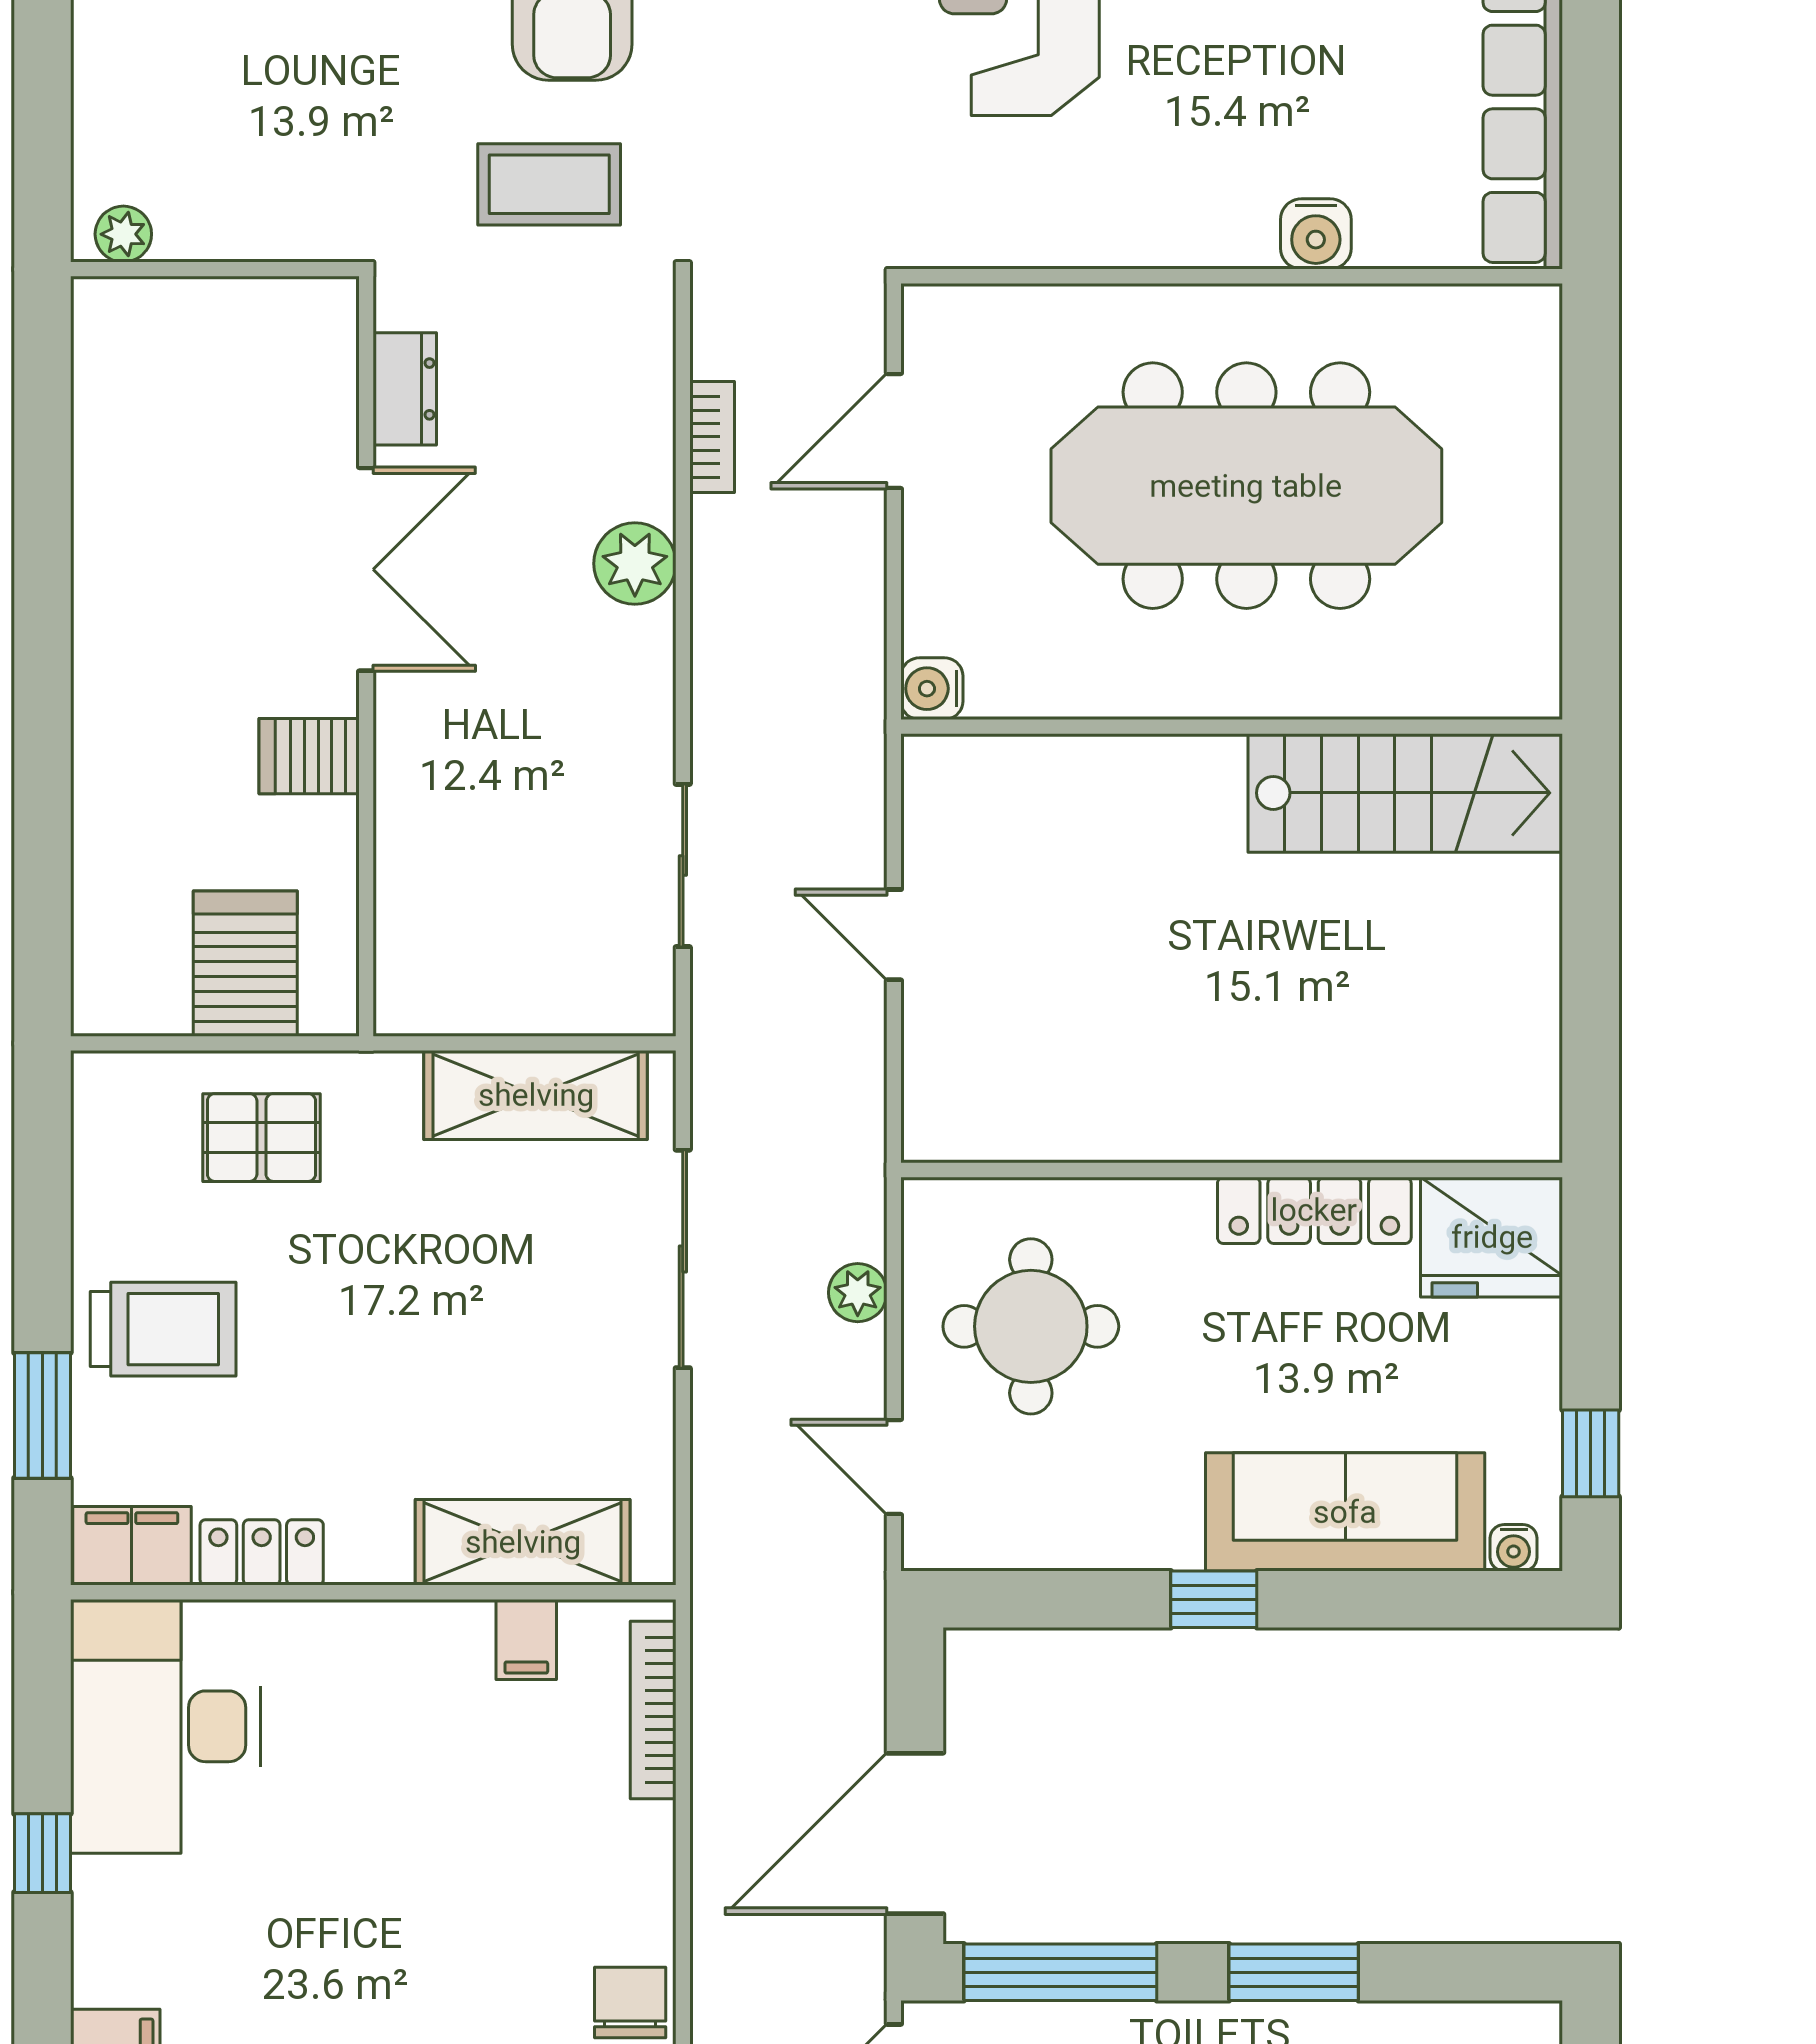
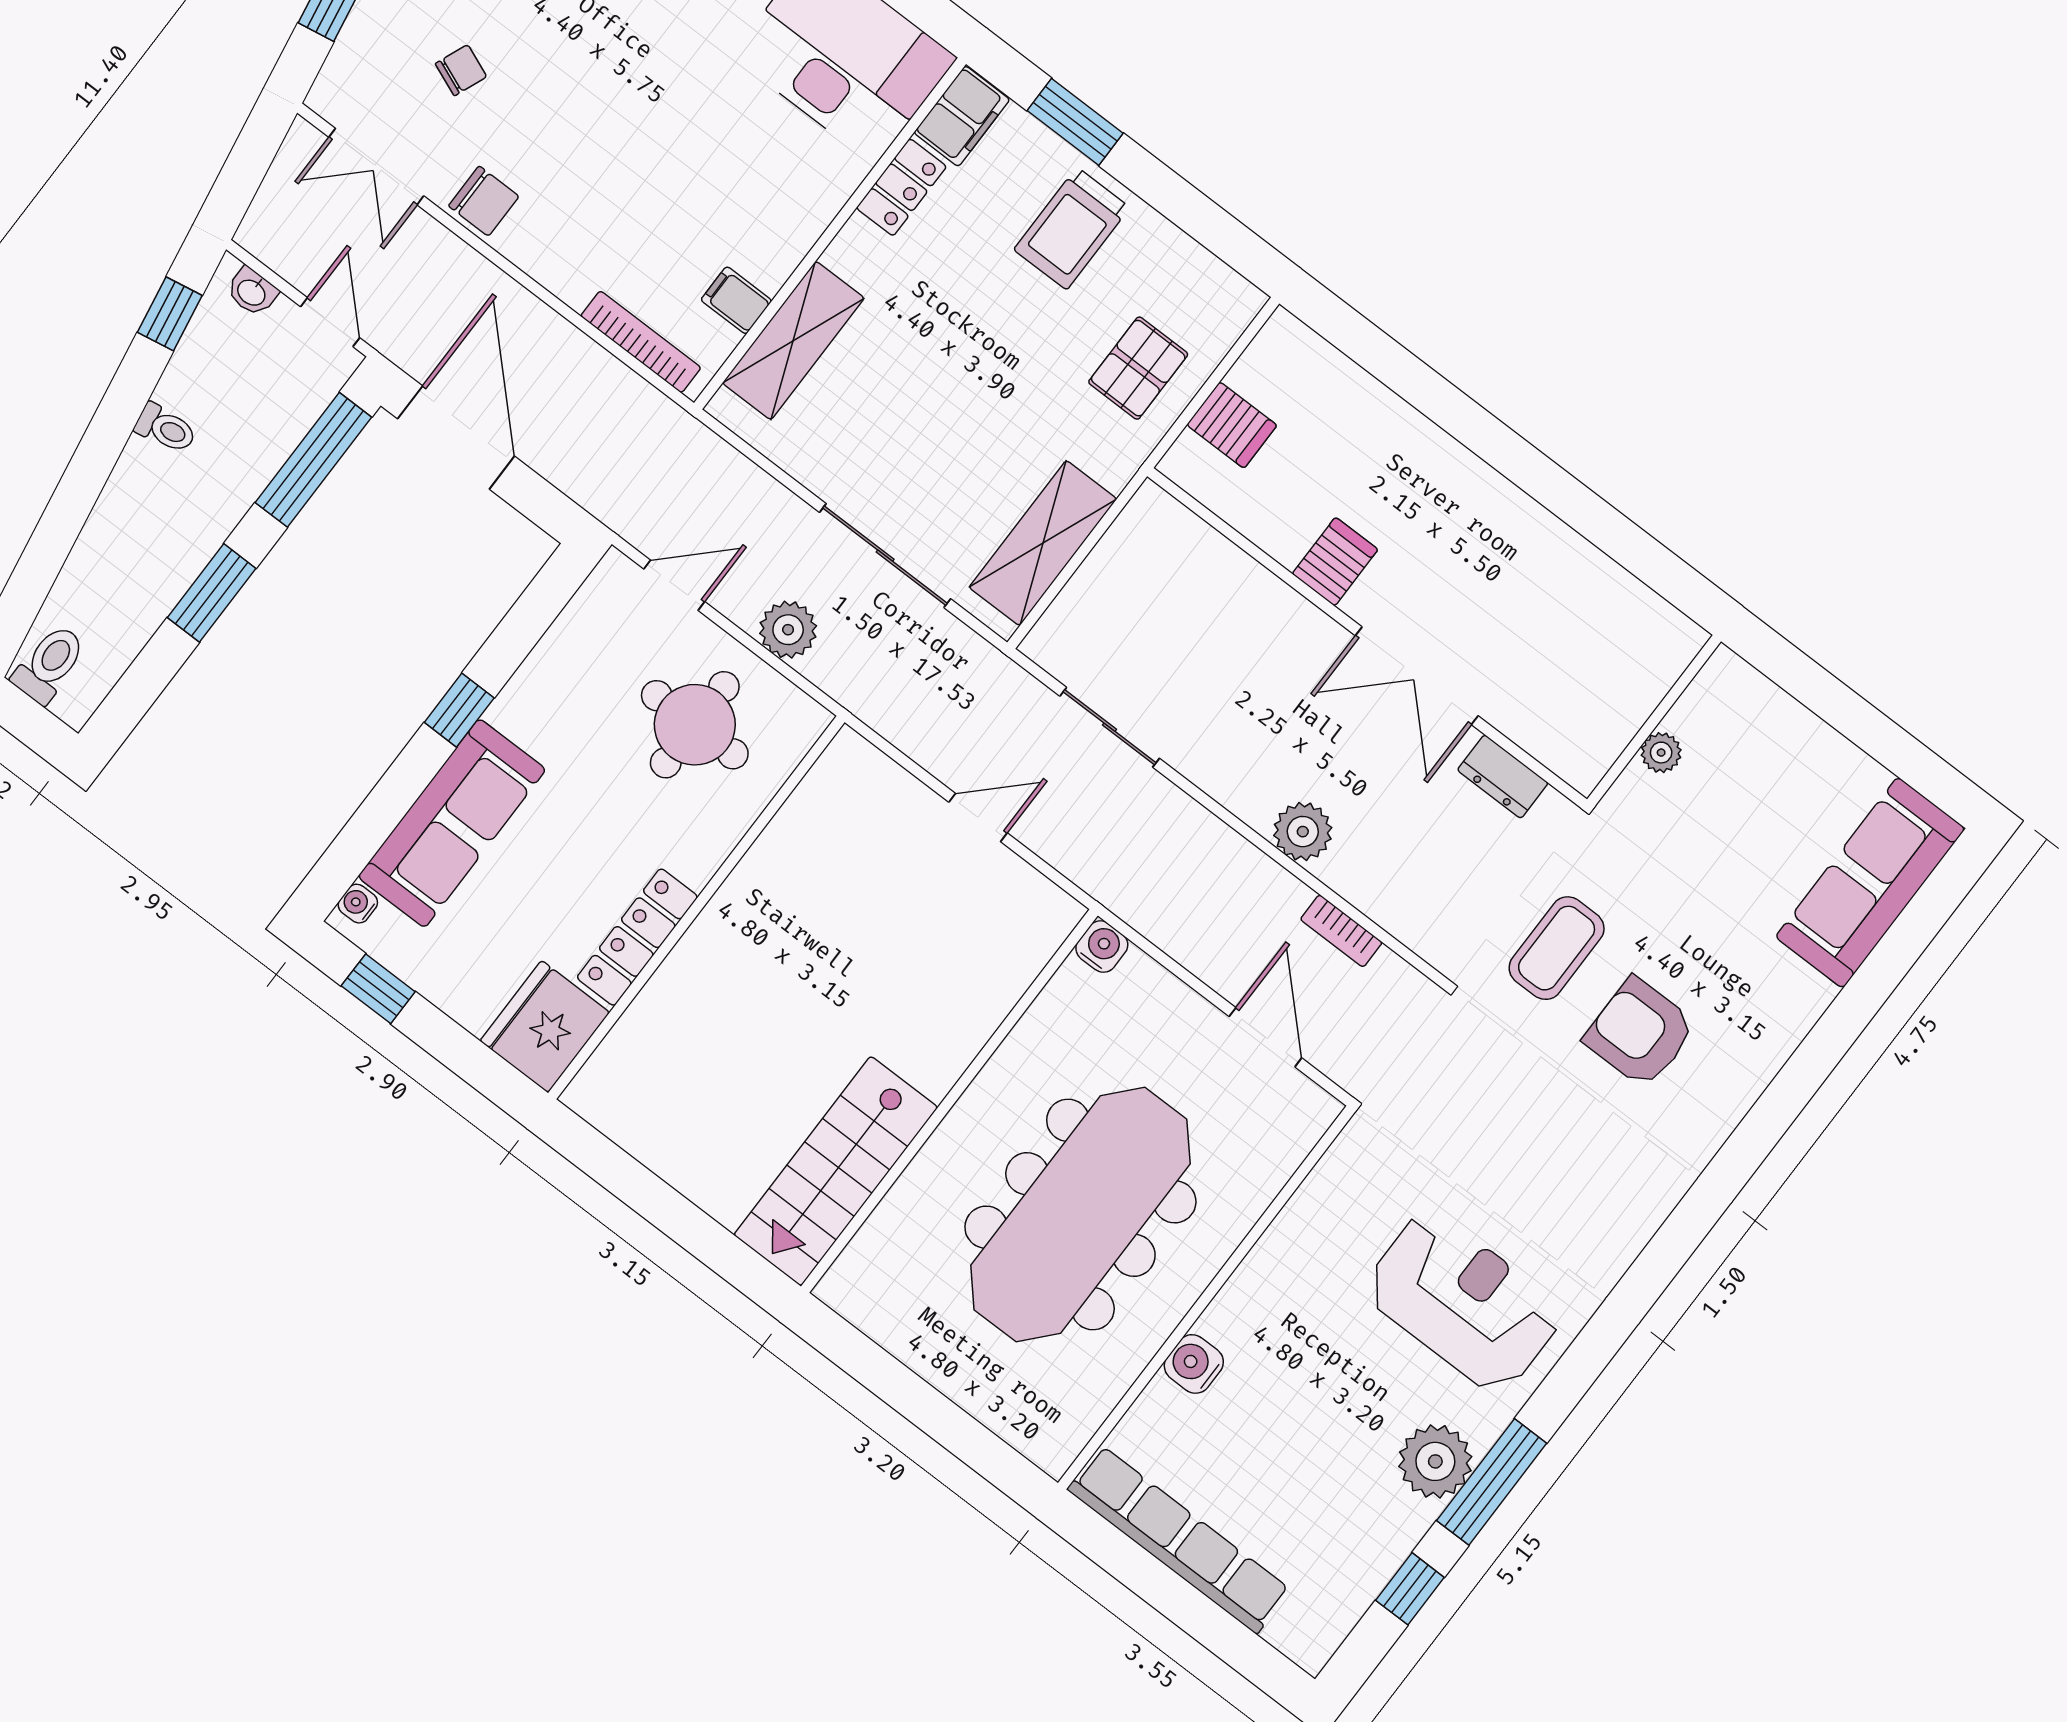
plant: (123, 234) -> (1661, 753), moved
server rack: (245, 964) -> (1232, 425), width x0.73, depth x0.70
plant: (858, 1293) -> (788, 630), width x1.38, depth x1.38

